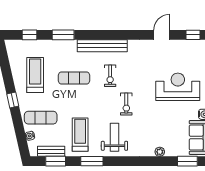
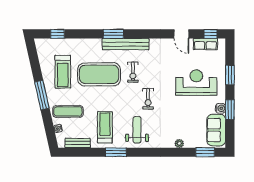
window: (63, 35) -> (113, 34), moved
door: (162, 35) -> (181, 34), swing flipped
row of seats: (188, 46) -> (205, 44), added
treadmill: (35, 75) -> (63, 72), turned 180
exercise mat: (74, 78) -> (99, 74), width x2.00, depth x1.45
window: (13, 100) -> (42, 95), width x2.17
window: (56, 161) -> (82, 152), removed

